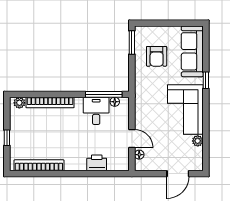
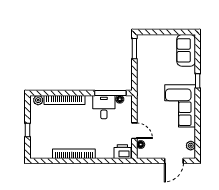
sofa: (192, 51) -> (186, 50), width x0.73
armchair: (157, 56) -> (156, 60), removed
plant: (198, 141) -> (191, 146), moved
printer: (97, 163) -> (122, 152), moved
bookcase: (39, 165) -> (74, 154), moved

